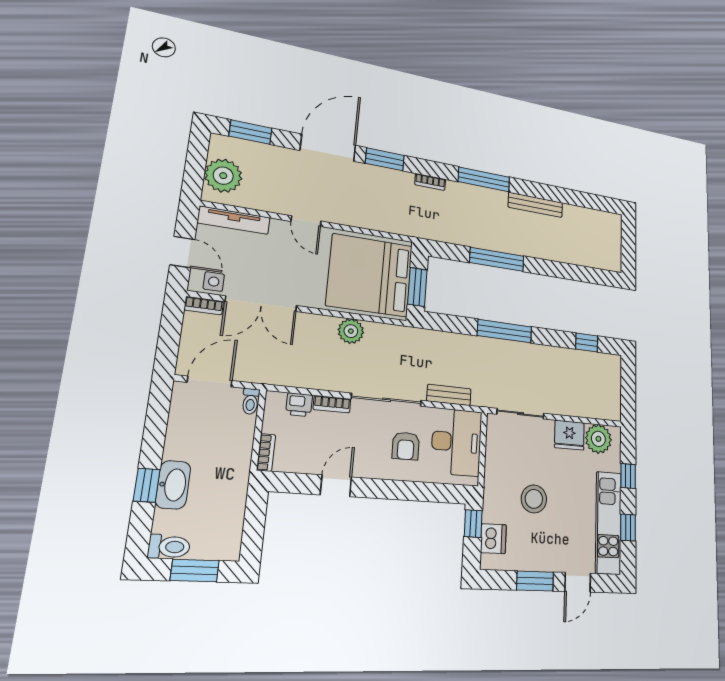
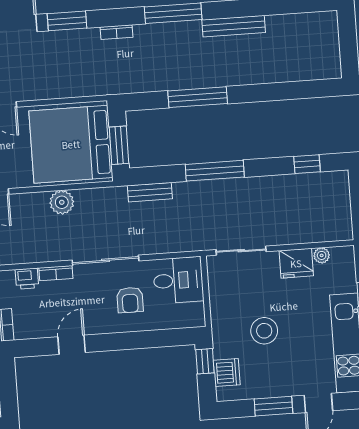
bench: (449, 395) -> (150, 192), moved
plant: (598, 439) -> (322, 255), width x0.53, depth x0.53
desk: (457, 442) -> (178, 280), width x0.73

